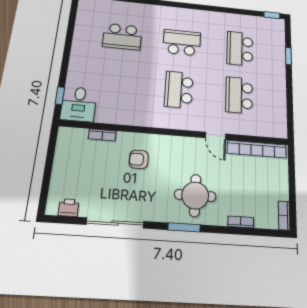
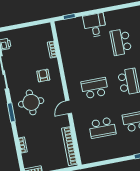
school desk: (239, 95) -> (102, 128), turned 180
desk: (79, 104) -> (95, 25), moved, turned 90
door: (216, 136) -> (69, 107), moved
round table: (195, 195) -> (31, 102), moved

